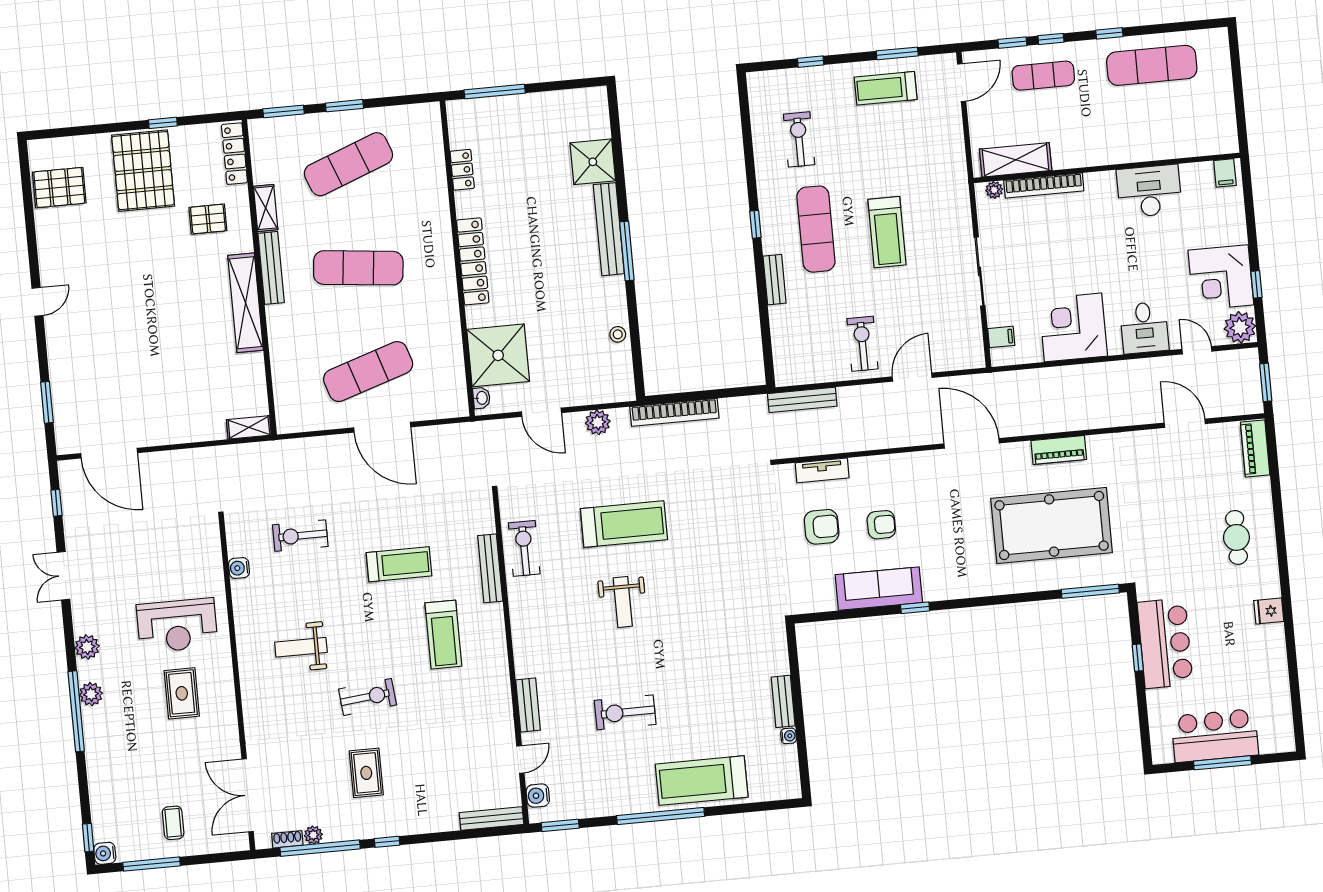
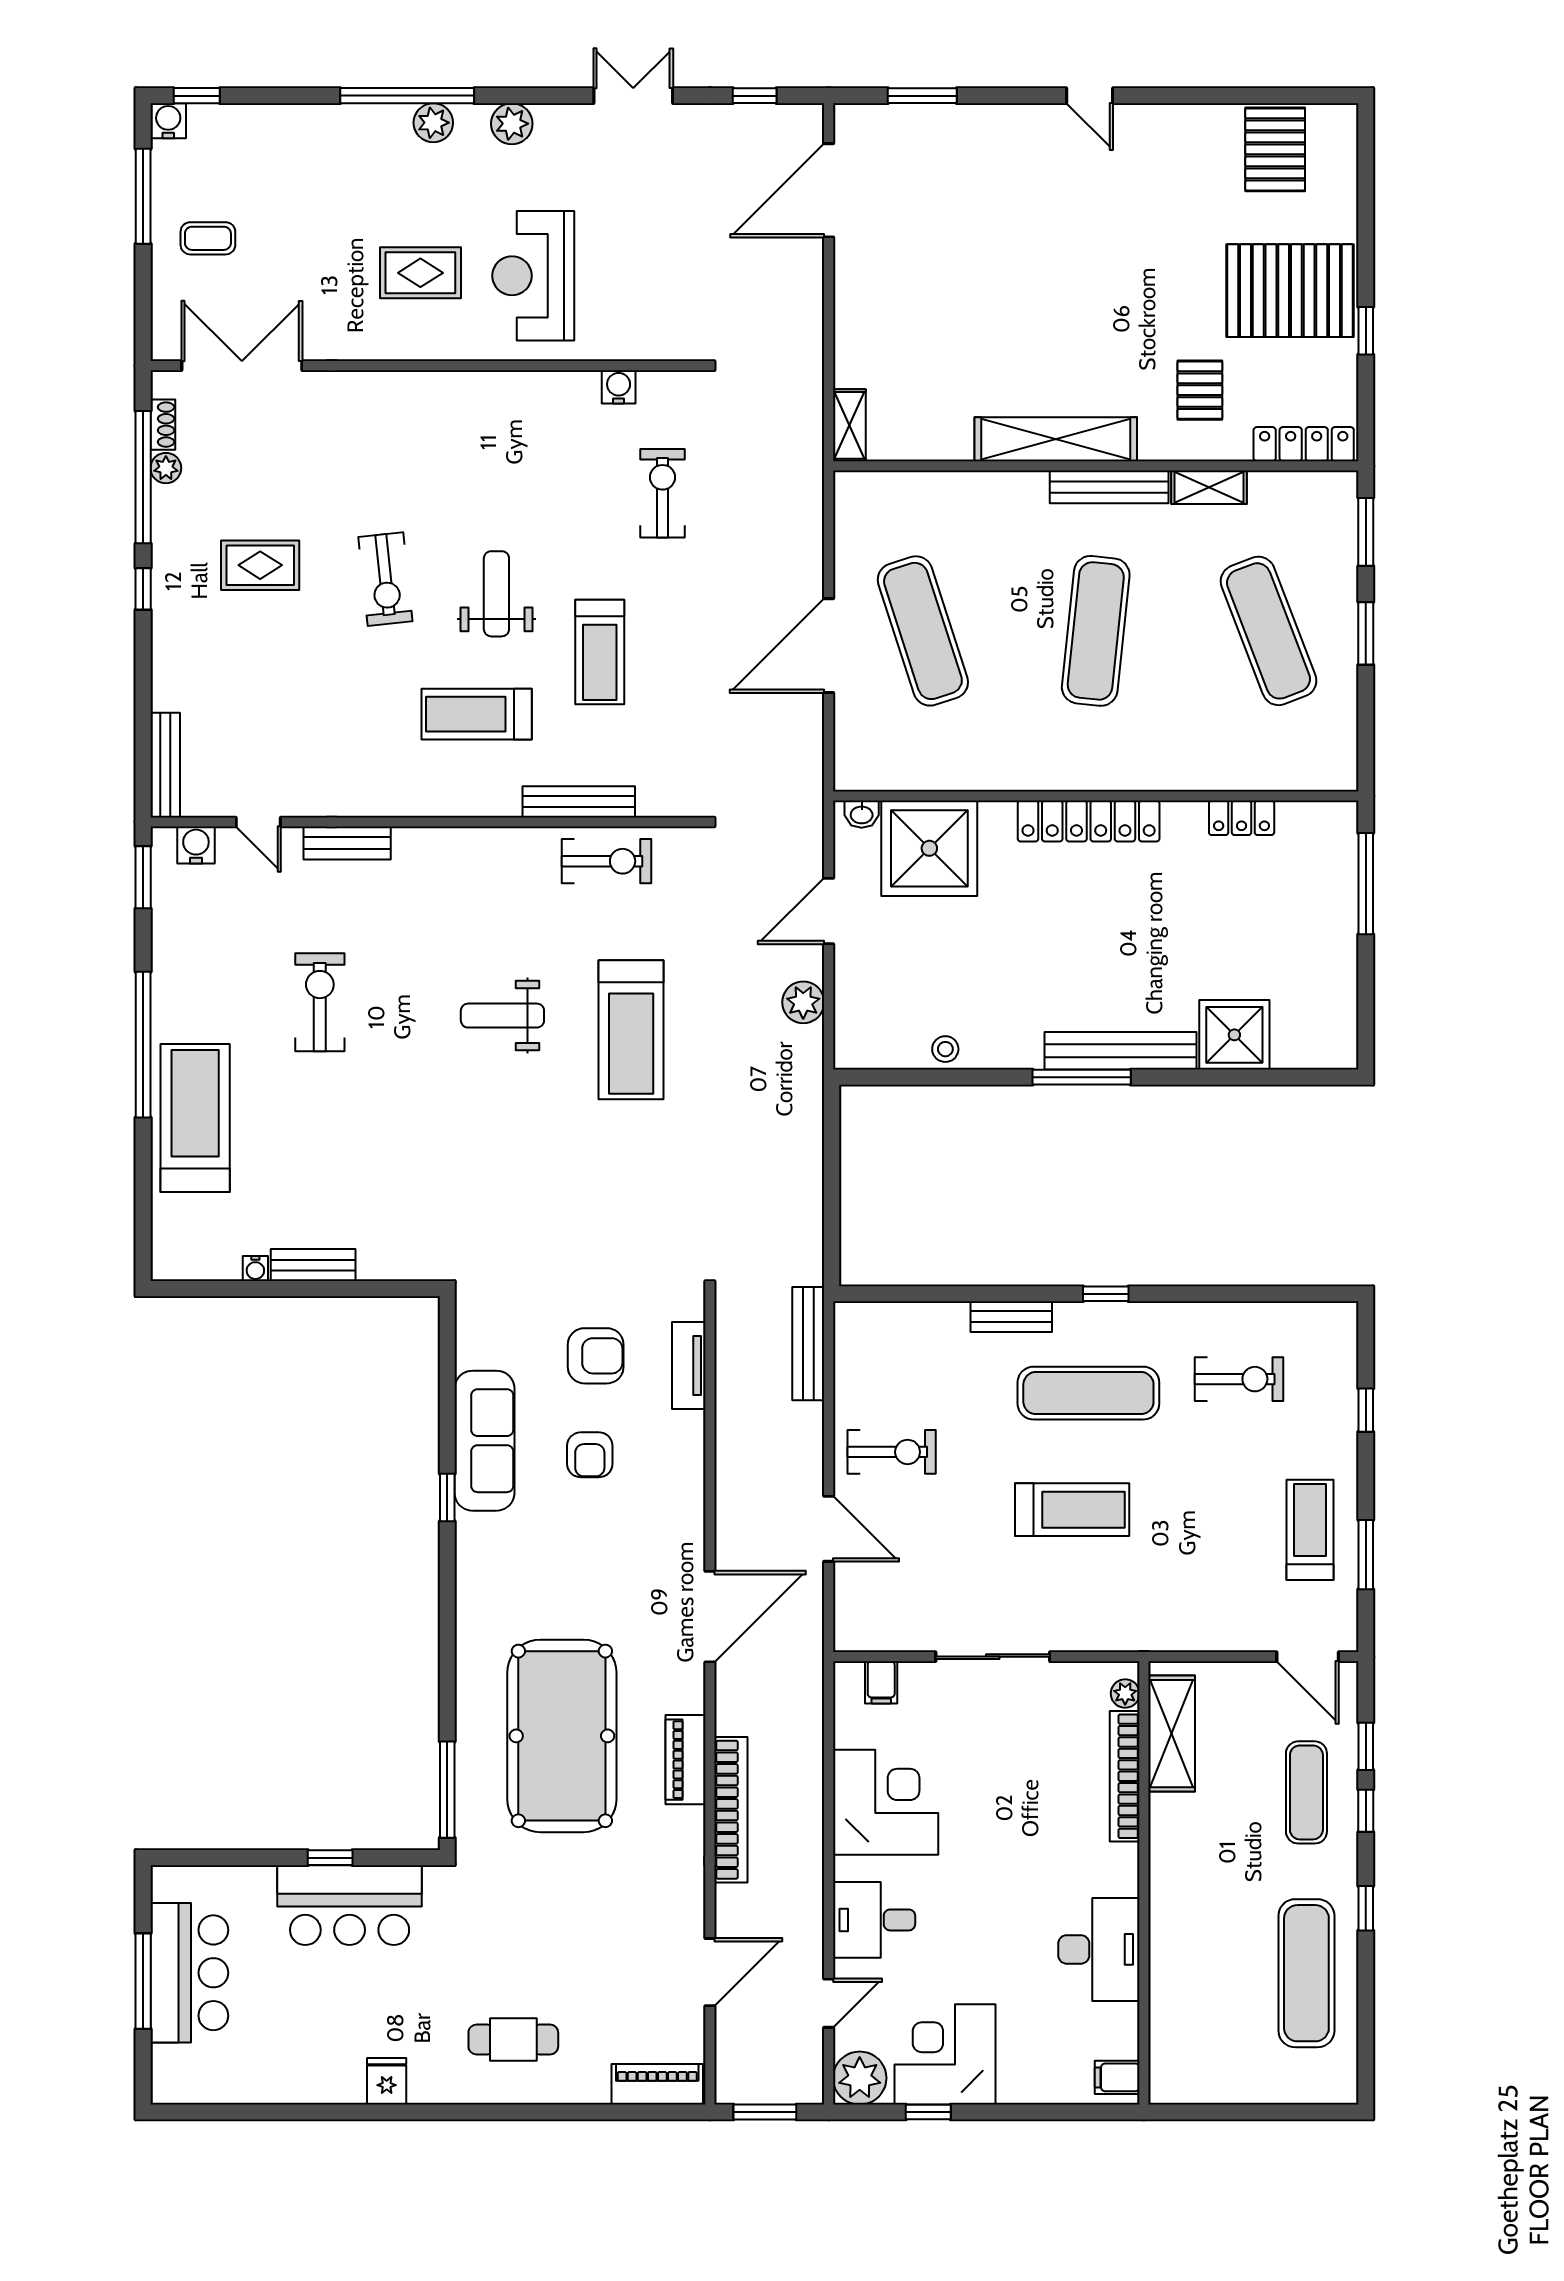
treadmill: (887, 232) -> (1072, 1510), turned 180
bookcase: (674, 412) -> (731, 1810), moved, turned 180
armchair: (822, 527) -> (596, 1356), turned -90
weight bench: (301, 647) -> (496, 594), moved

